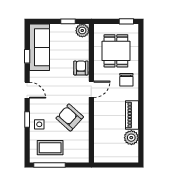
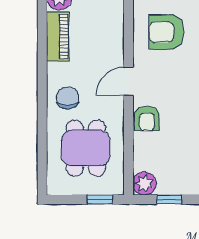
window: (126, 21) -> (100, 199), moved
armchair: (70, 118) -> (166, 32), turned 138

